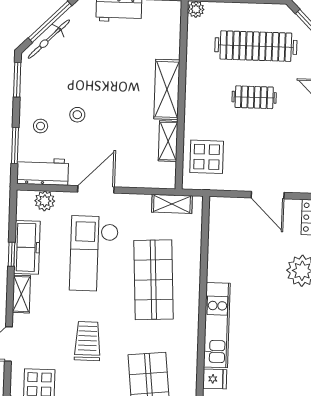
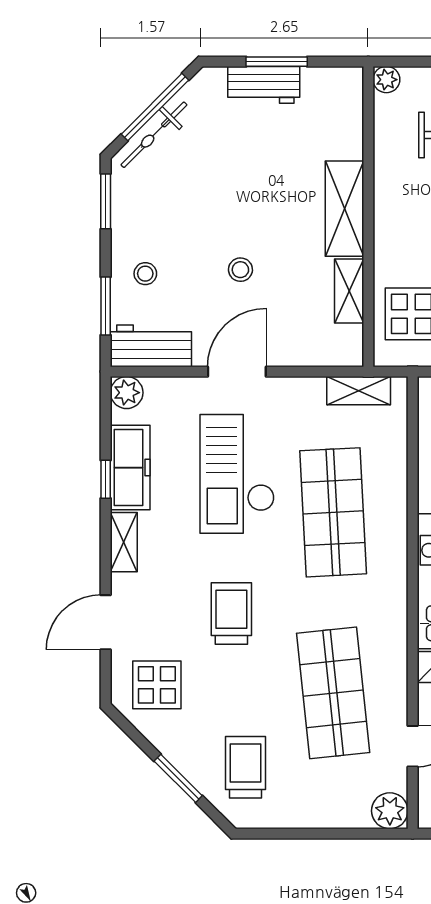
stool: (77, 115) -> (240, 270), moved
plant: (45, 201) -> (127, 393), moved

